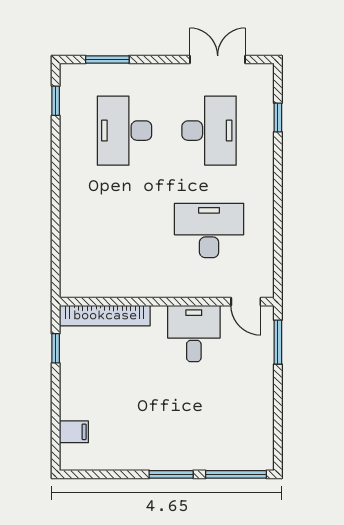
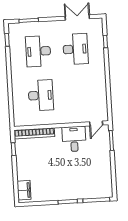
desk: (209, 230) -> (41, 95), moved, turned 90
door: (246, 302) -> (96, 123), hinge flipped
filing cabinet: (74, 432) -> (24, 190), width x2.00

